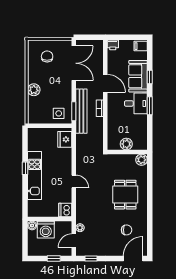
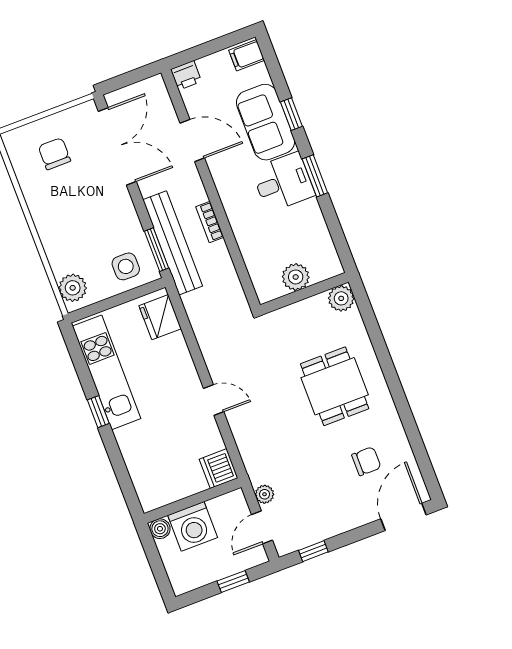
door: (105, 83) -> (192, 140), moved
plant: (34, 90) -> (73, 288), moved
kitchen unit: (35, 175) -> (107, 372), moved

